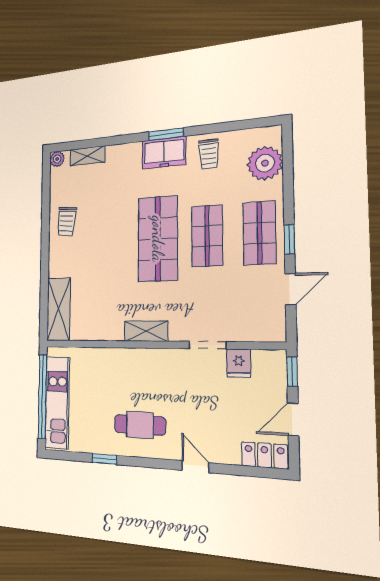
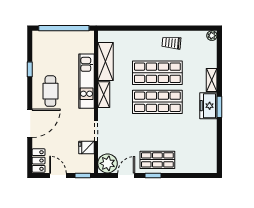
trolley: (209, 154) -> (205, 132), removed
shelving: (87, 156) -> (212, 80), moved
plant: (265, 163) -> (108, 163), moved
shop shelf: (207, 236) -> (157, 73), moved, width x1.43, depth x1.36
door: (290, 289) -> (126, 176), swing flipped
shelving: (59, 309) -> (106, 62), moved, turned 90
kitchen unit: (57, 402) -> (87, 81), moved, turned 90
door: (195, 467) -> (30, 123), width x1.87

